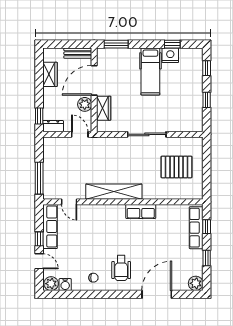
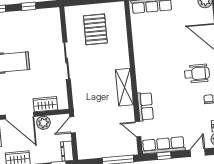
shelving: (114, 192) -> (124, 87), width x0.68
door: (69, 202) -> (138, 129), swing flipped
row of seats: (141, 211) -> (145, 107), moved
window: (39, 239) -> (164, 156), moved

